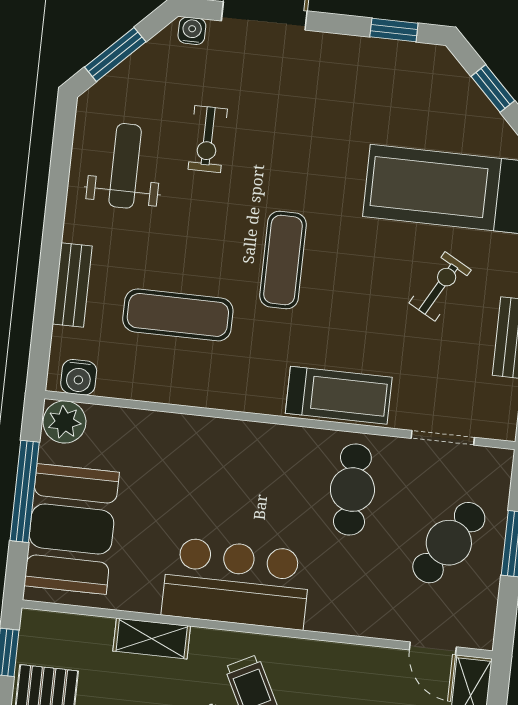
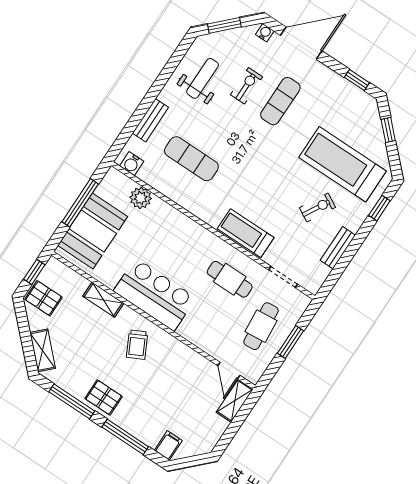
exercise bike: (208, 139) -> (246, 86), turned 180
exercise mat: (283, 260) -> (280, 101), moved
treadmill: (339, 395) -> (246, 233), turned 180
plant: (64, 422) -> (141, 198), moved
cafe table: (352, 490) -> (230, 279), turned 90
cafe table: (449, 543) -> (261, 326), turned -38

